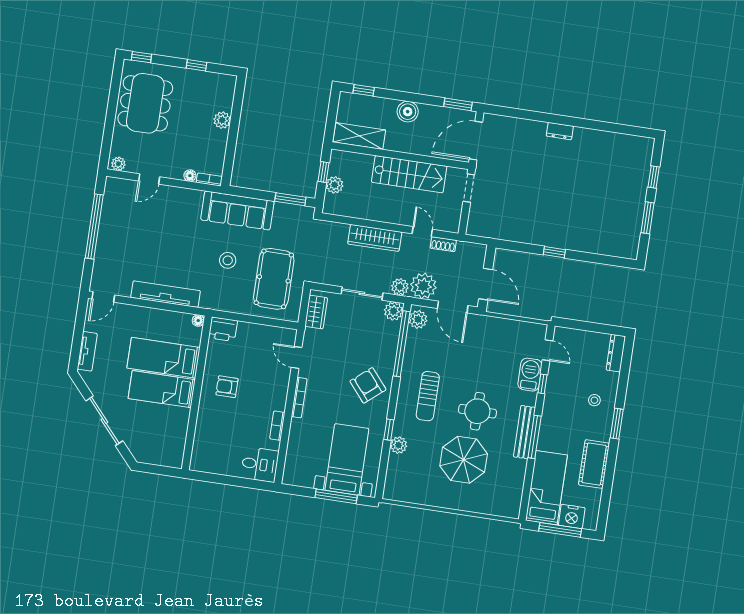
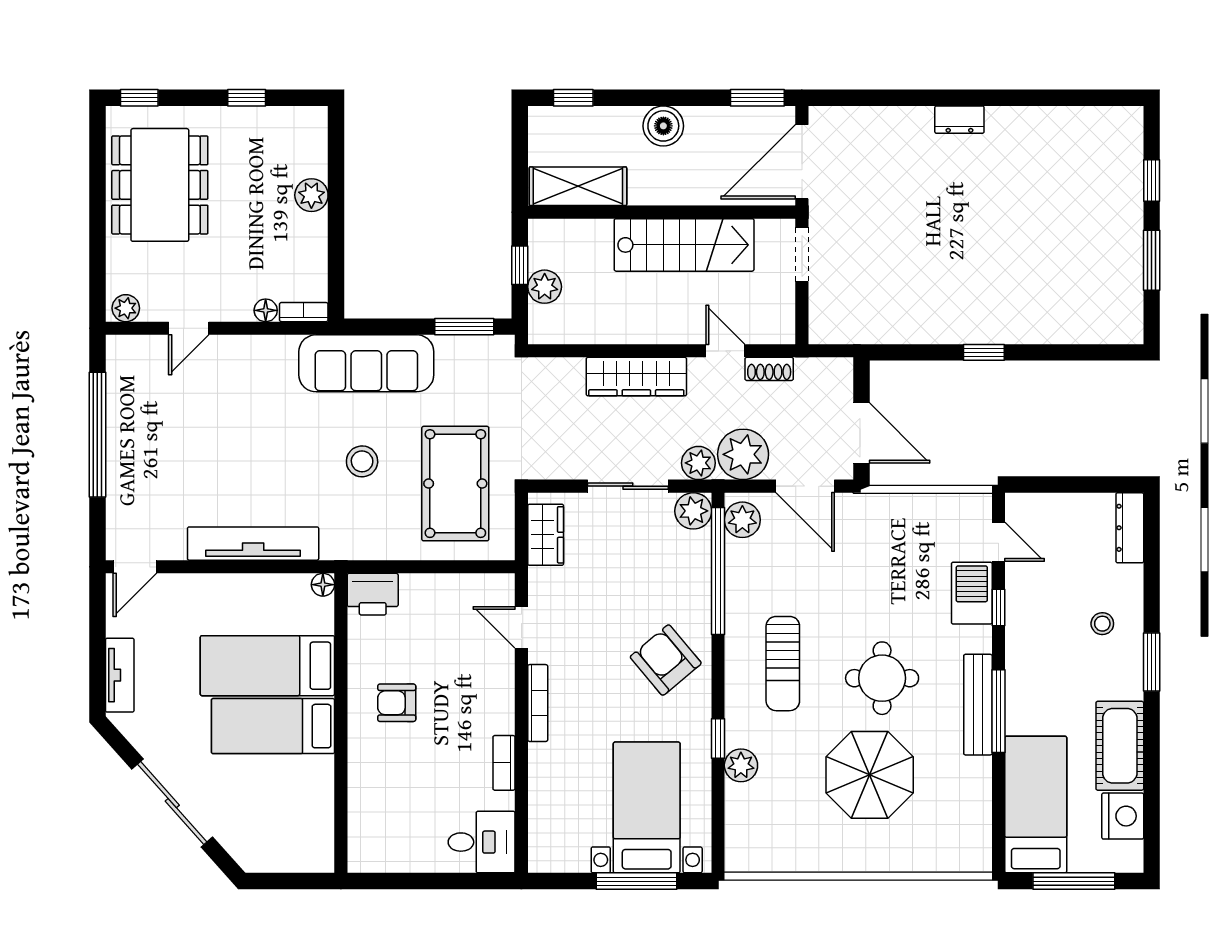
nightstand: (572, 516) -> (1123, 816), moved, turned -90

